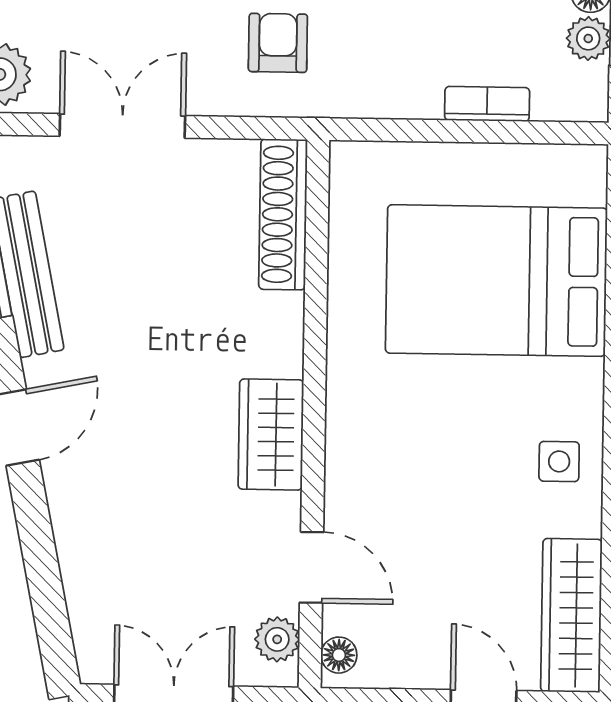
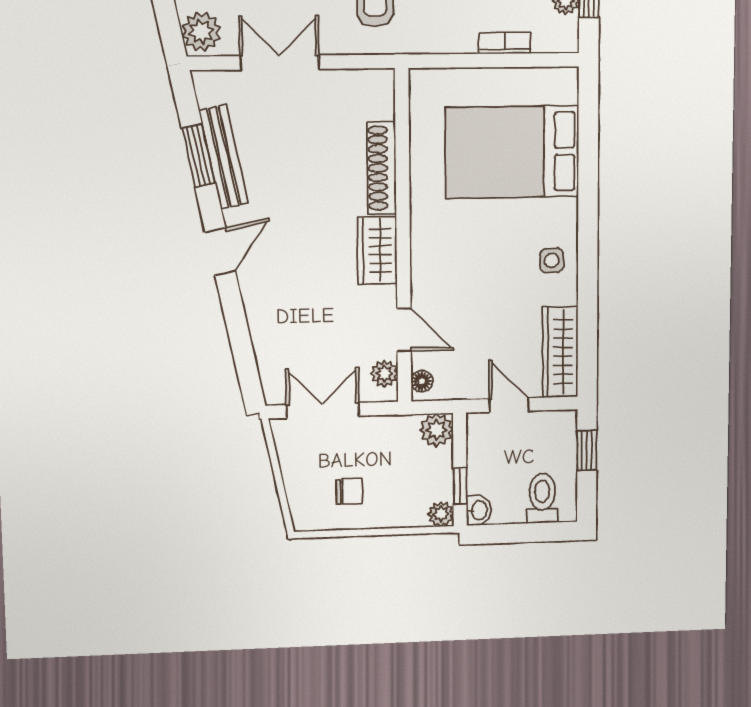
shoe rack: (283, 214) -> (382, 168), moved

